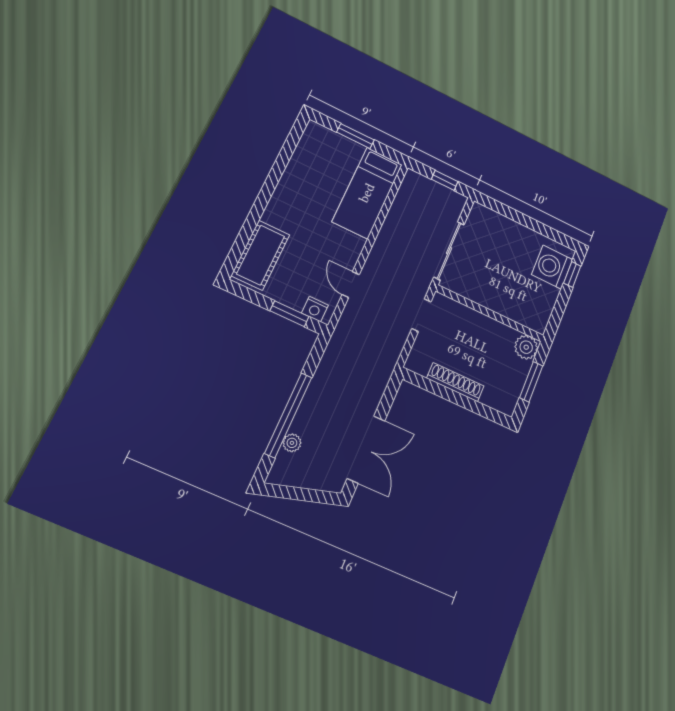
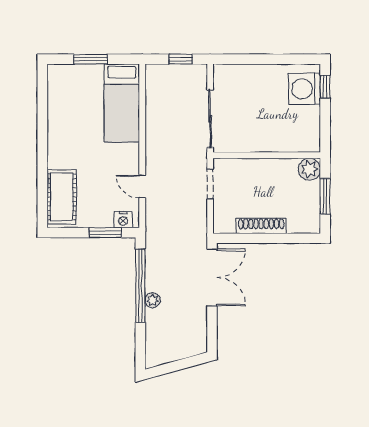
window: (288, 415) -> (140, 286), moved
plant: (292, 443) -> (153, 300), moved
double door: (366, 450) -> (212, 277), moved

